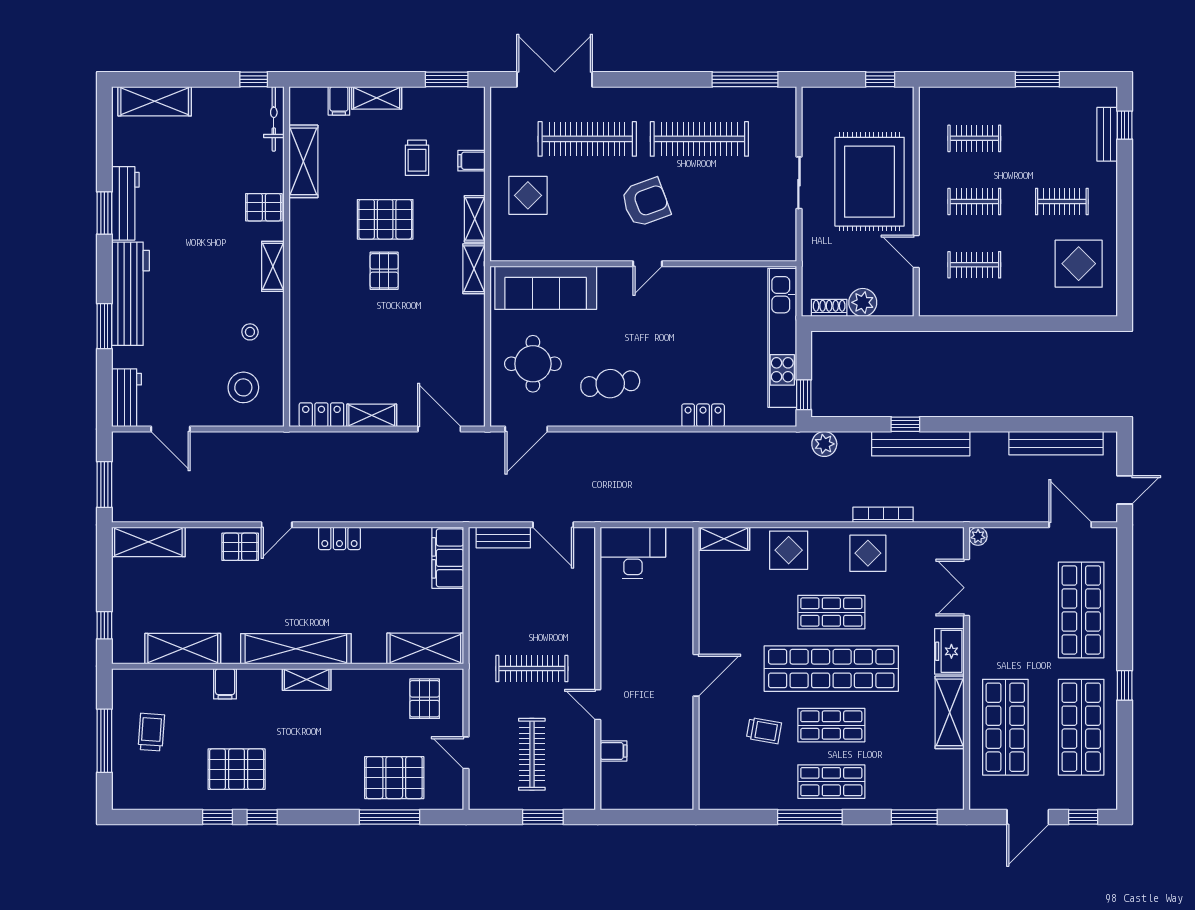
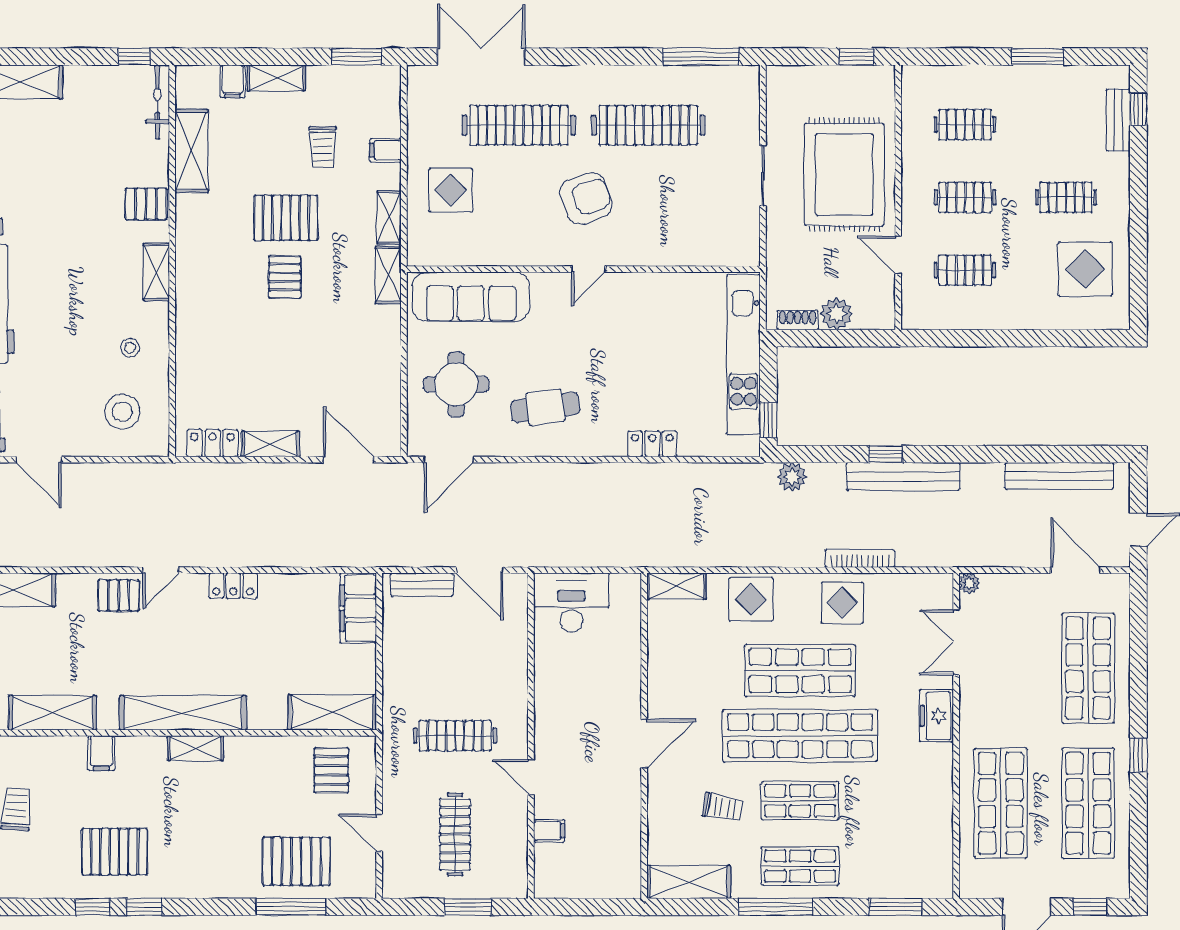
shop shelf: (831, 612) -> (800, 671), width x1.43, depth x1.36
shelving: (950, 712) -> (689, 882), moved, turned 90

